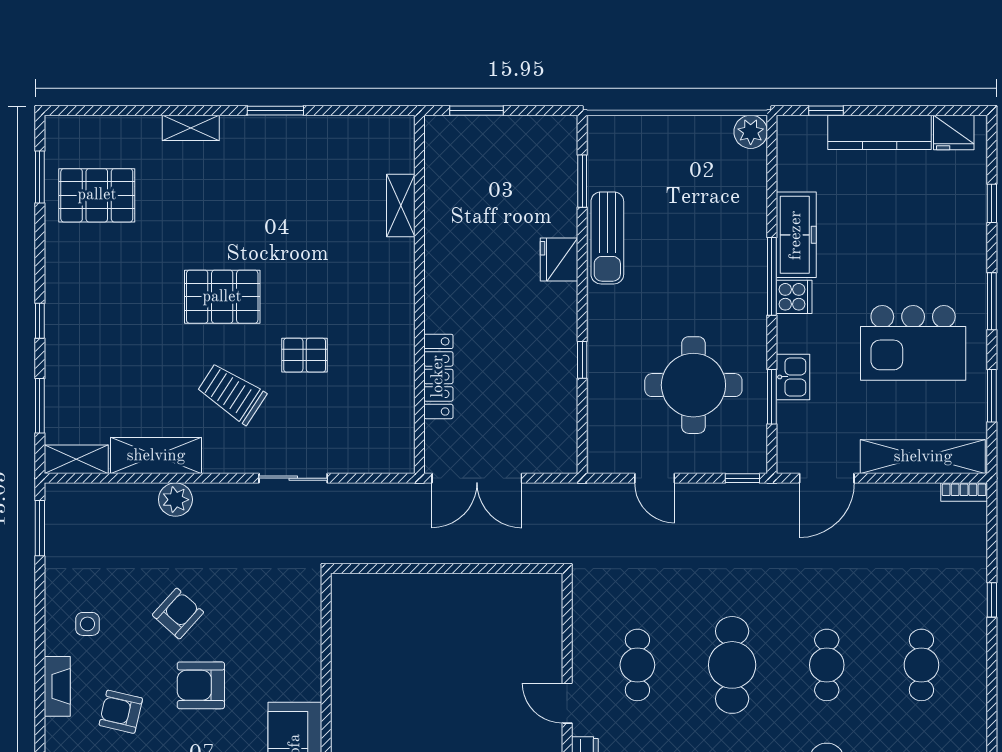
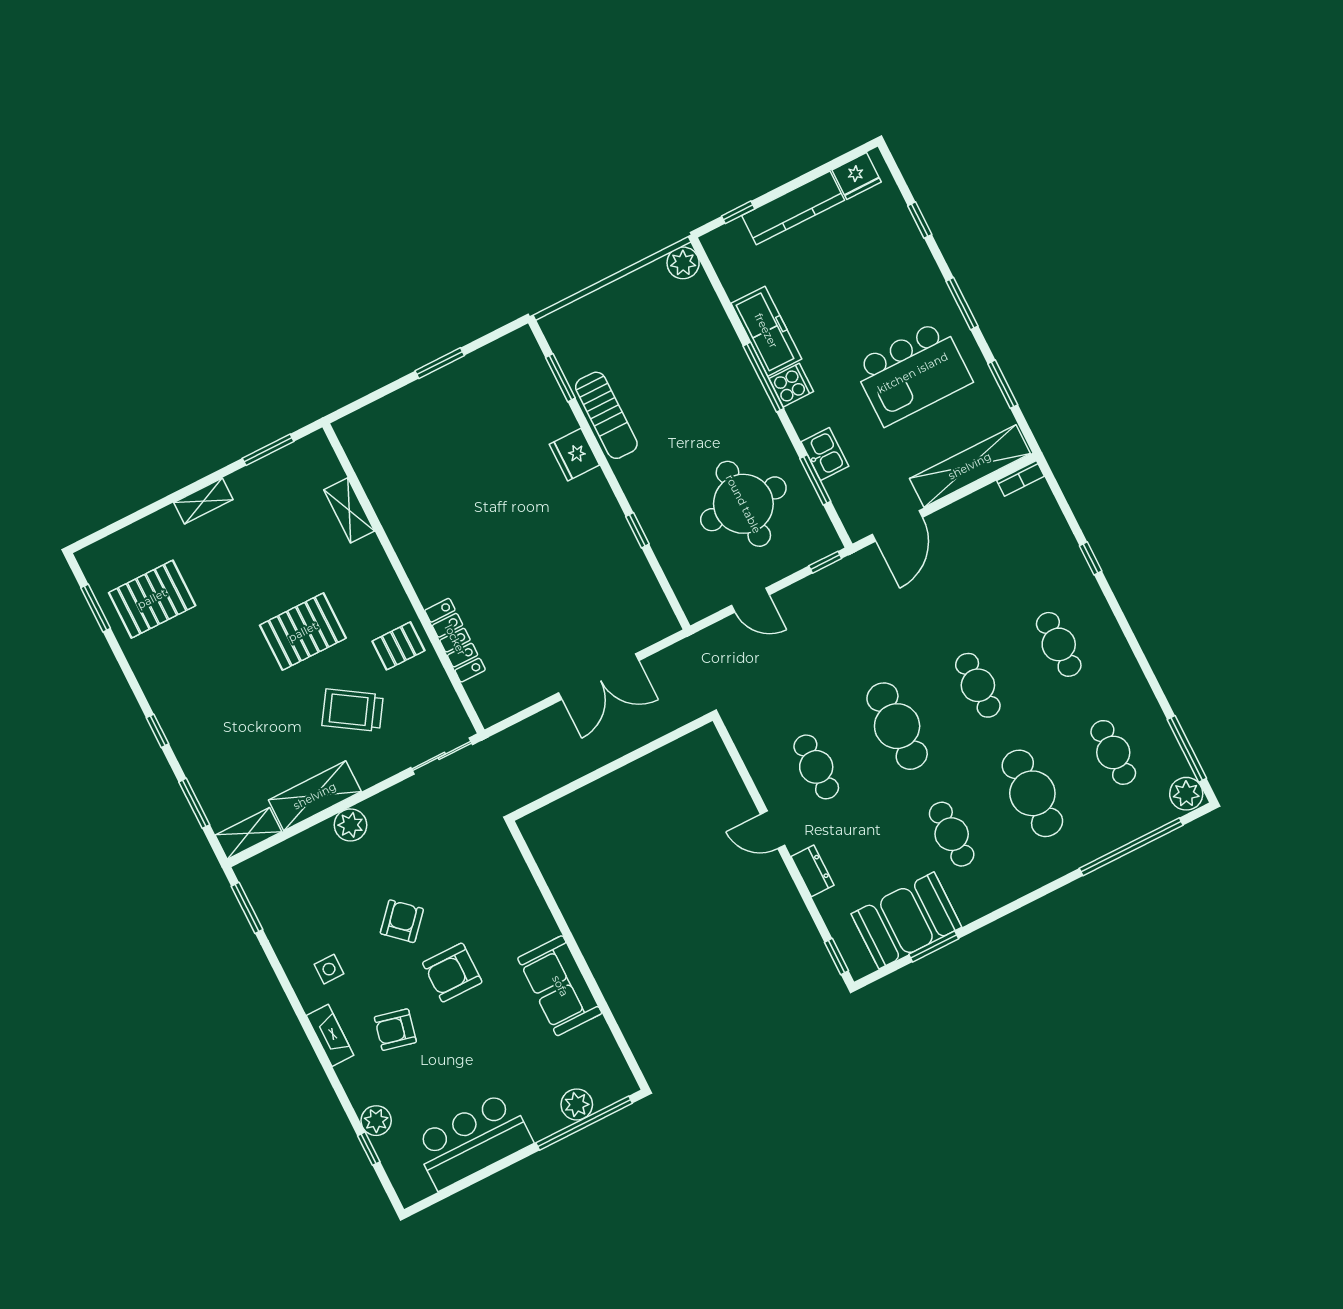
shelving: (401, 205) -> (349, 510), moved
wall: (419, 294) -> (403, 578), moved
locker: (438, 376) -> (455, 640), moved

